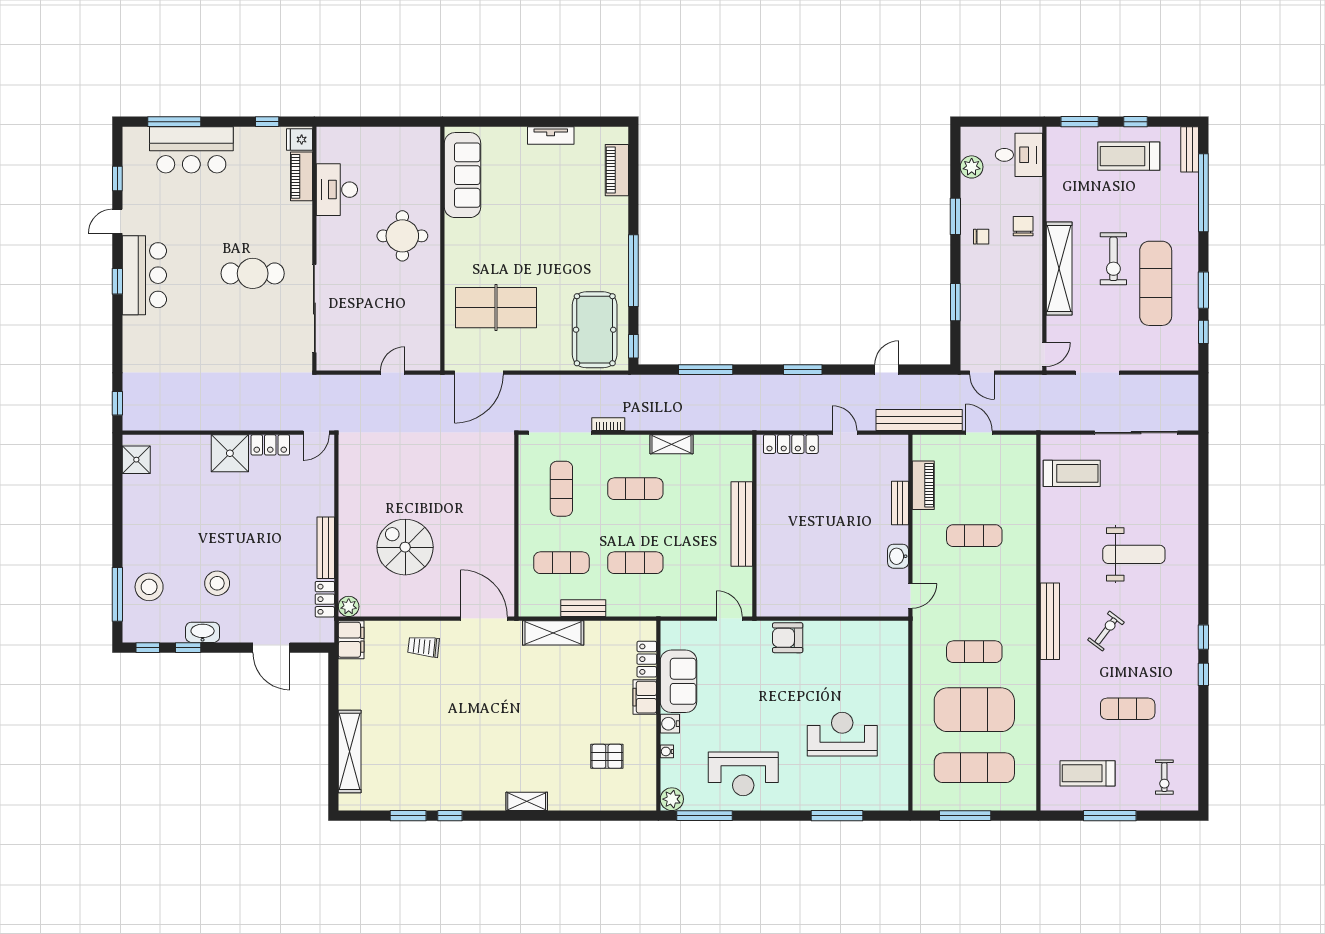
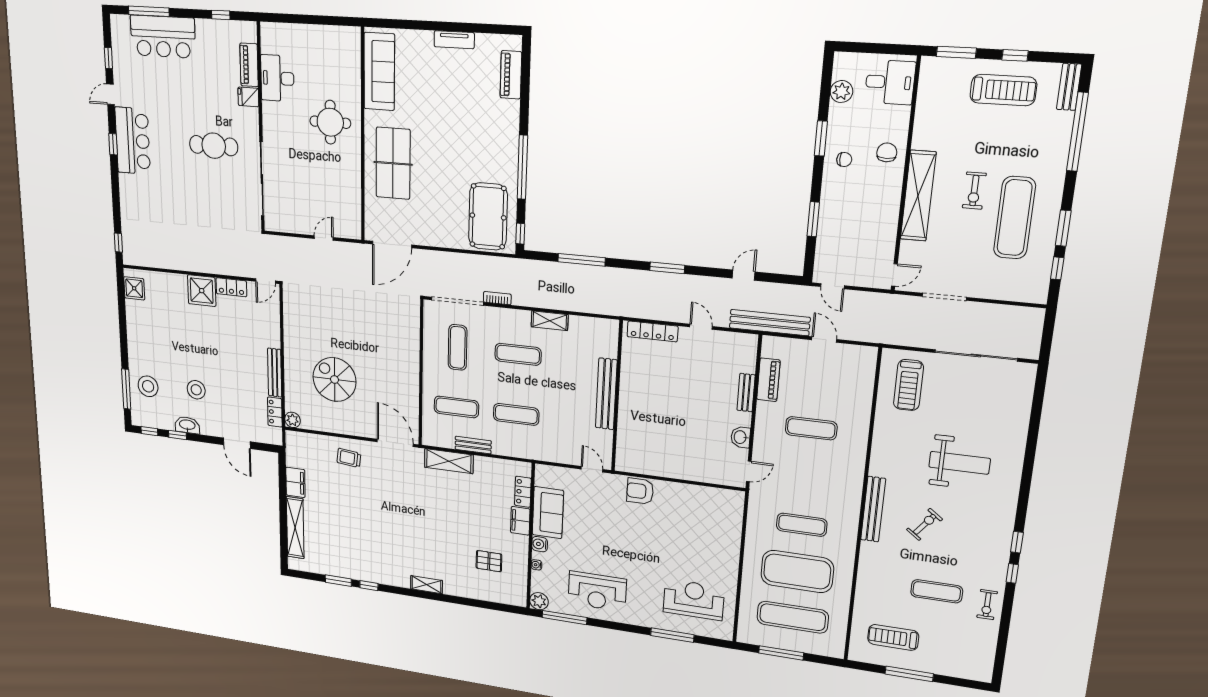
fridge: (299, 140) -> (248, 97), moved
treadmill: (1129, 156) -> (1003, 90), turned 180
exercise bike: (1113, 259) -> (974, 191), width x0.73, depth x0.72
table tennis table: (496, 308) -> (393, 163), moved, turned 90
treadmill: (1072, 473) -> (908, 385), turned 90
filing cabinet: (351, 640) -> (295, 482), moved
reception desk: (842, 734) -> (694, 600), moved
exercise bike: (1164, 777) -> (987, 605), moved

